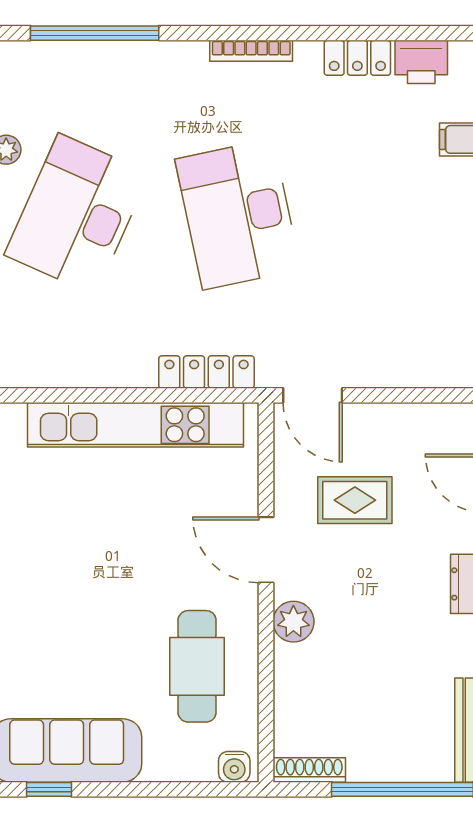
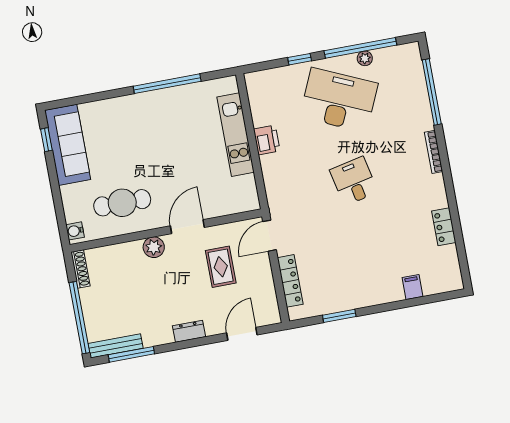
bookcase: (251, 51) -> (434, 152), moved
printer: (421, 62) -> (267, 140), moved, turned 180
desk: (238, 214) -> (354, 181), width x0.53, depth x0.77
locker: (206, 372) -> (290, 281), moved
kitchen unit: (136, 425) -> (236, 135), width x0.73

